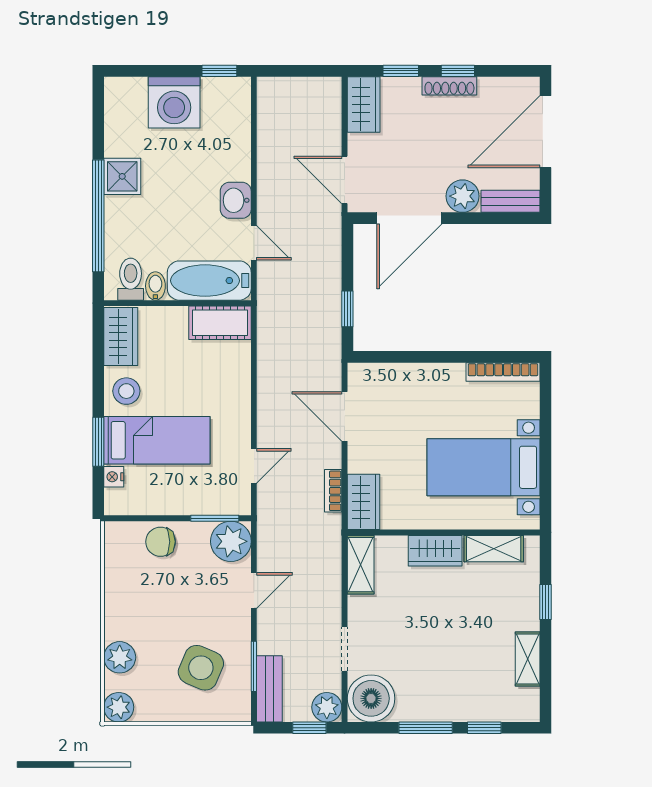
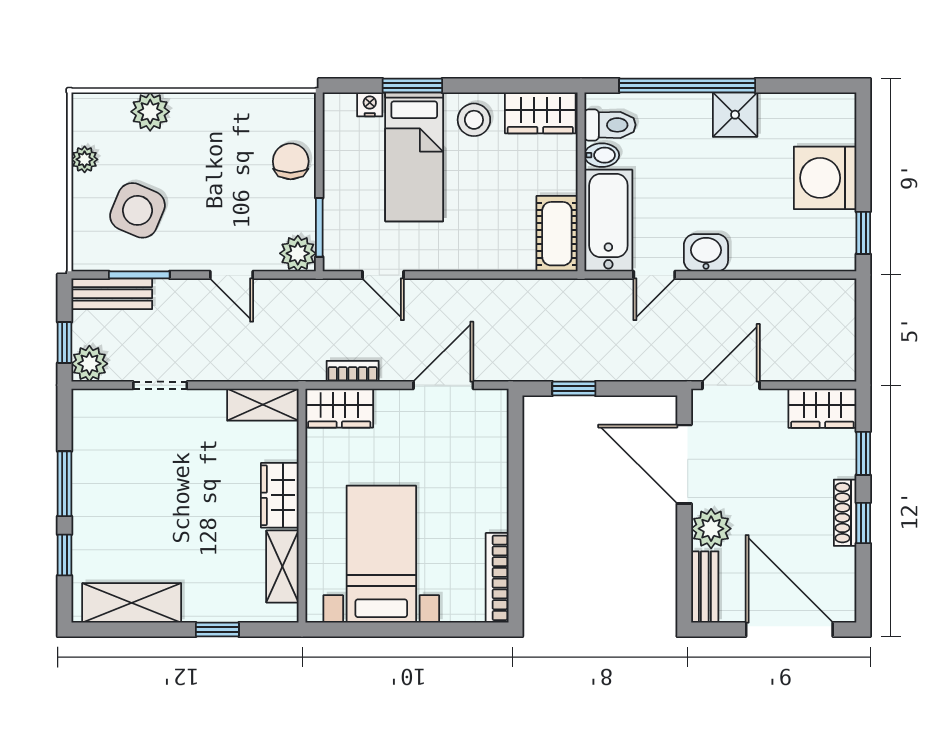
plant: (231, 541) -> (298, 253), width x0.73, depth x0.73
shelving: (528, 659) -> (132, 603), width x1.50, depth x1.33
boiler: (371, 698) -> (100, 417), removed
plant: (119, 707) -> (85, 159), moved, width x0.73, depth x0.73

